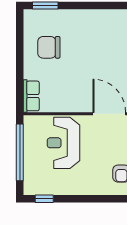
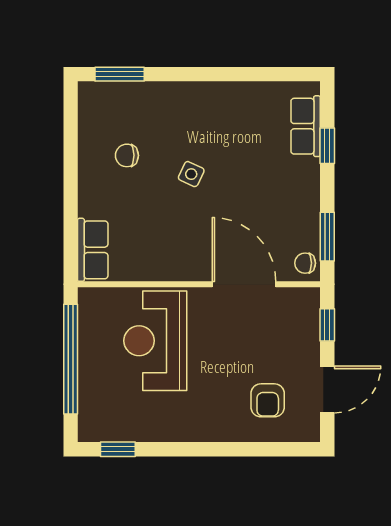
chair: (49, 47) -> (127, 155), width x0.54, depth x0.54
side table: (82, 57) -> (191, 174), added

